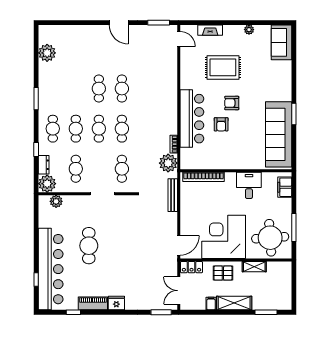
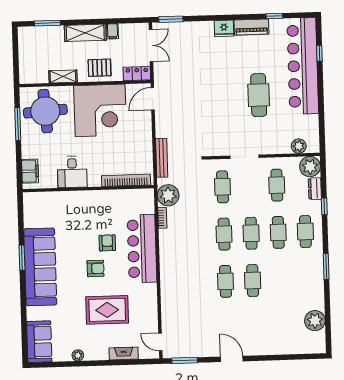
sofa: (279, 134) -> (40, 267), moved

